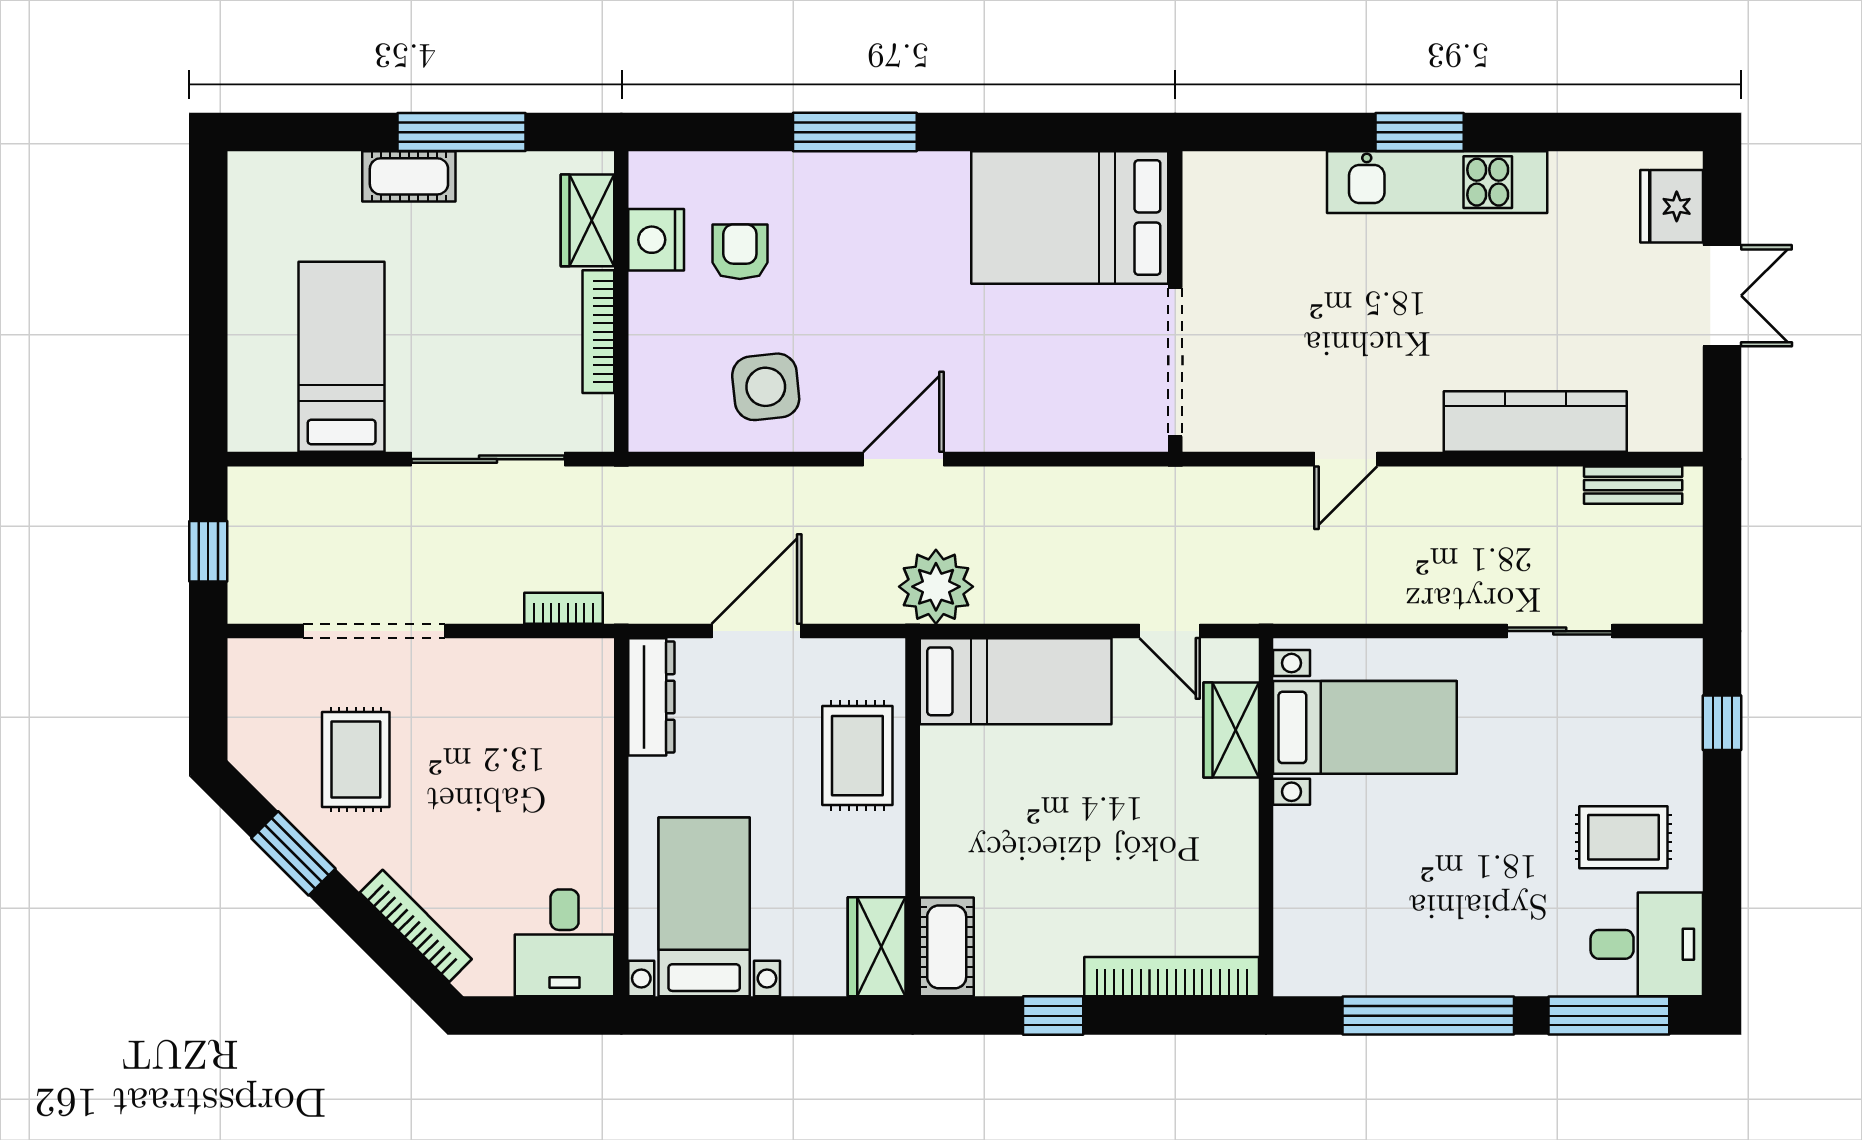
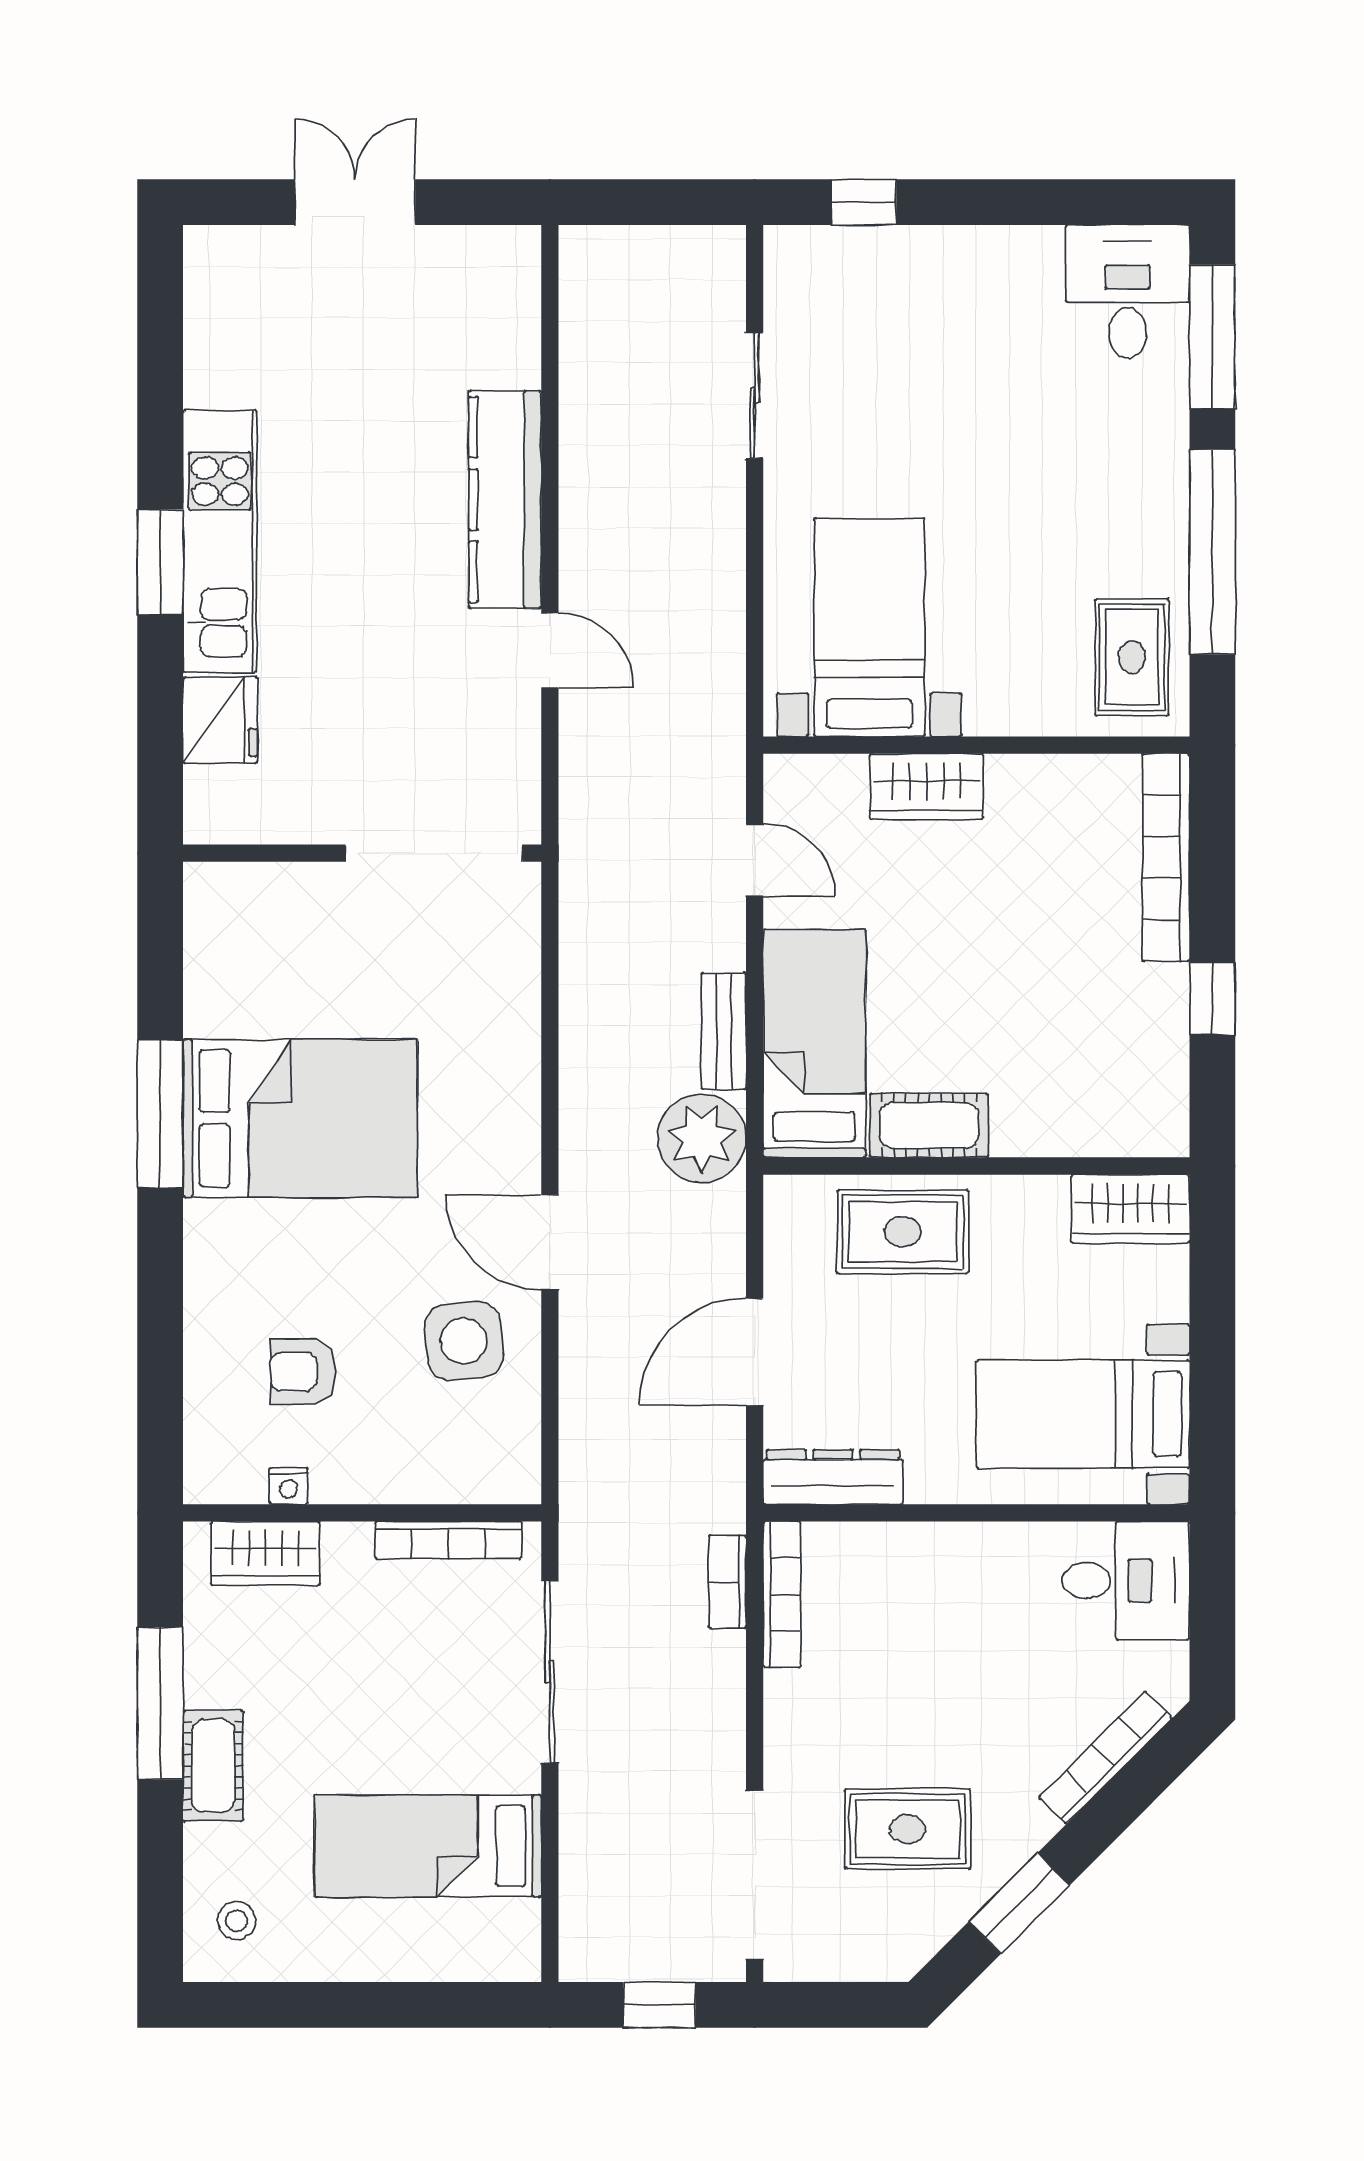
window: (855, 132) -> (160, 1114), moved
stool: (279, 196) -> (236, 1921), added
fridge: (1672, 206) -> (220, 720), moved, turned -90
bed: (1070, 218) -> (300, 1118), moved, turned -90
nightstand: (656, 240) -> (288, 1486), width x0.53, depth x0.56
bookcase: (598, 332) -> (448, 1540), moved
kitchen counter: (1535, 422) -> (505, 499), moved
door: (903, 459) -> (550, 1242), moved
bench: (1633, 485) -> (724, 1031), moved
doorway: (374, 631) -> (755, 1875), moved
door: (756, 631) -> (755, 1352), hinge flipped
door: (1170, 631) -> (755, 860), hinge flipped
bookcase: (553, 654) -> (782, 1594), added
wardrobe: (1231, 730) -> (926, 787), moved
rug: (1623, 837) -> (1132, 657), moved
cot: (947, 947) -> (929, 1125), moved

